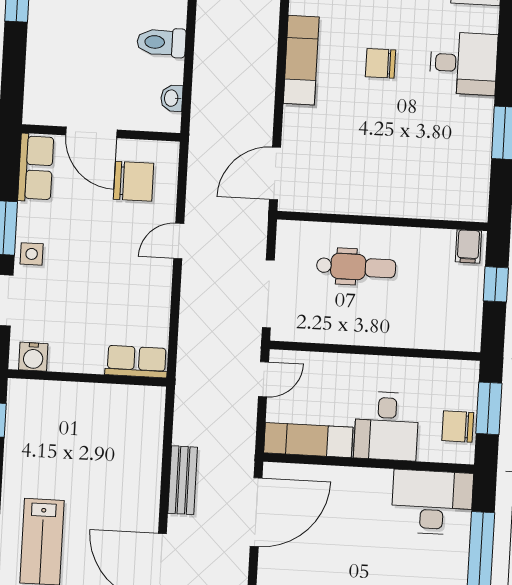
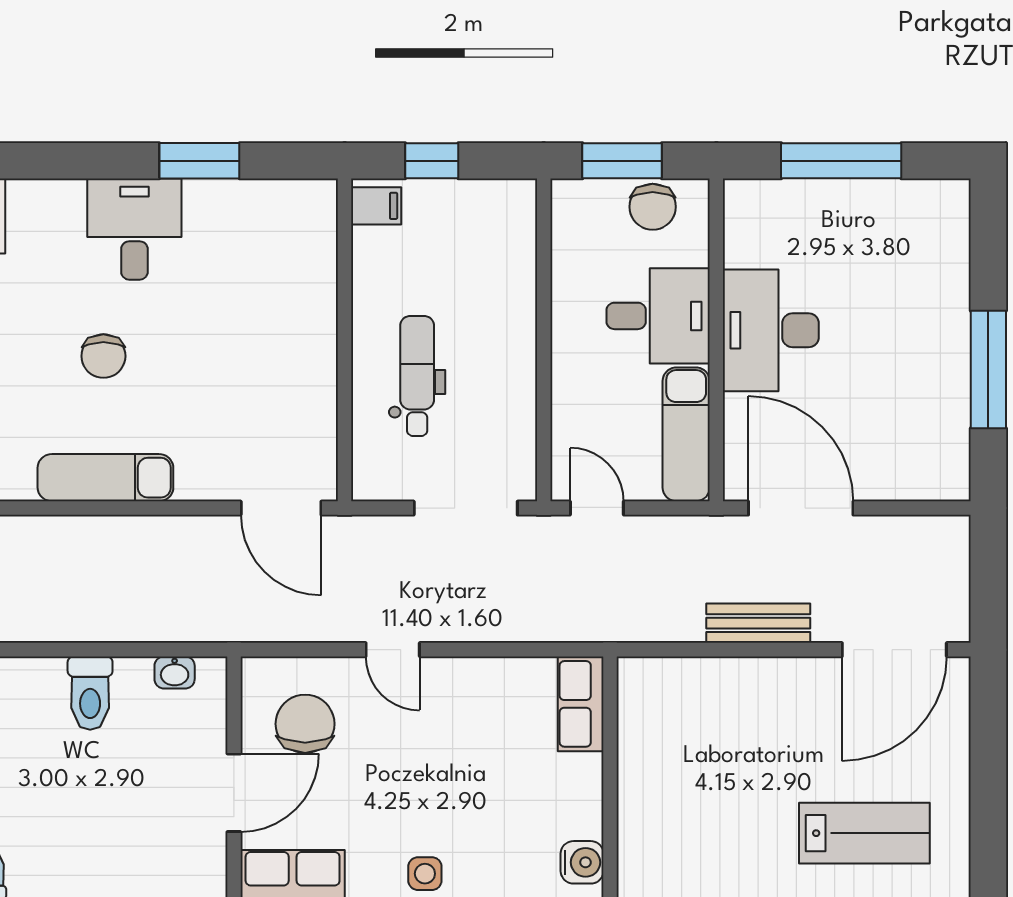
desk: (463, 63) -> (134, 229), moved
desk: (432, 502) -> (771, 330), moved

